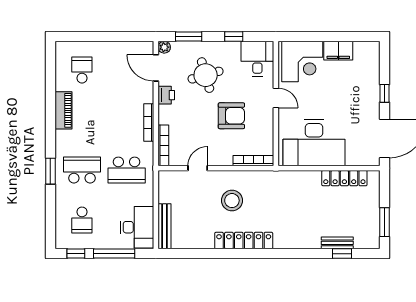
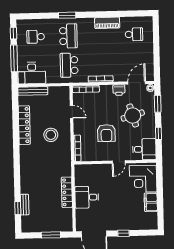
desk: (314, 143) -> (87, 197), width x0.53, depth x0.77
locker: (344, 178) -> (67, 192), moved
window: (384, 222) -> (51, 235), moved
locker: (244, 241) -> (24, 125), moved

